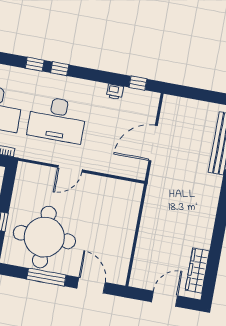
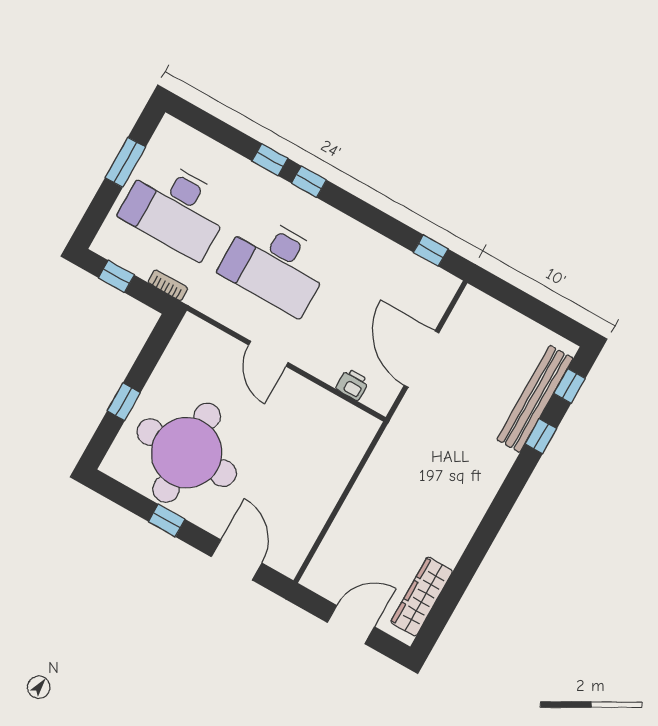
printer: (115, 92) -> (352, 384), moved, turned 180
door: (153, 143) -> (422, 359), hinge flipped
door: (70, 169) -> (268, 354), hinge flipped
window: (46, 277) -> (167, 520), width x0.46

